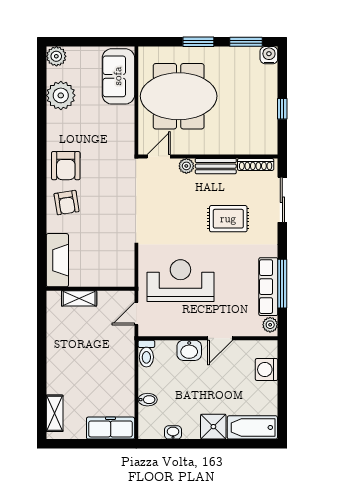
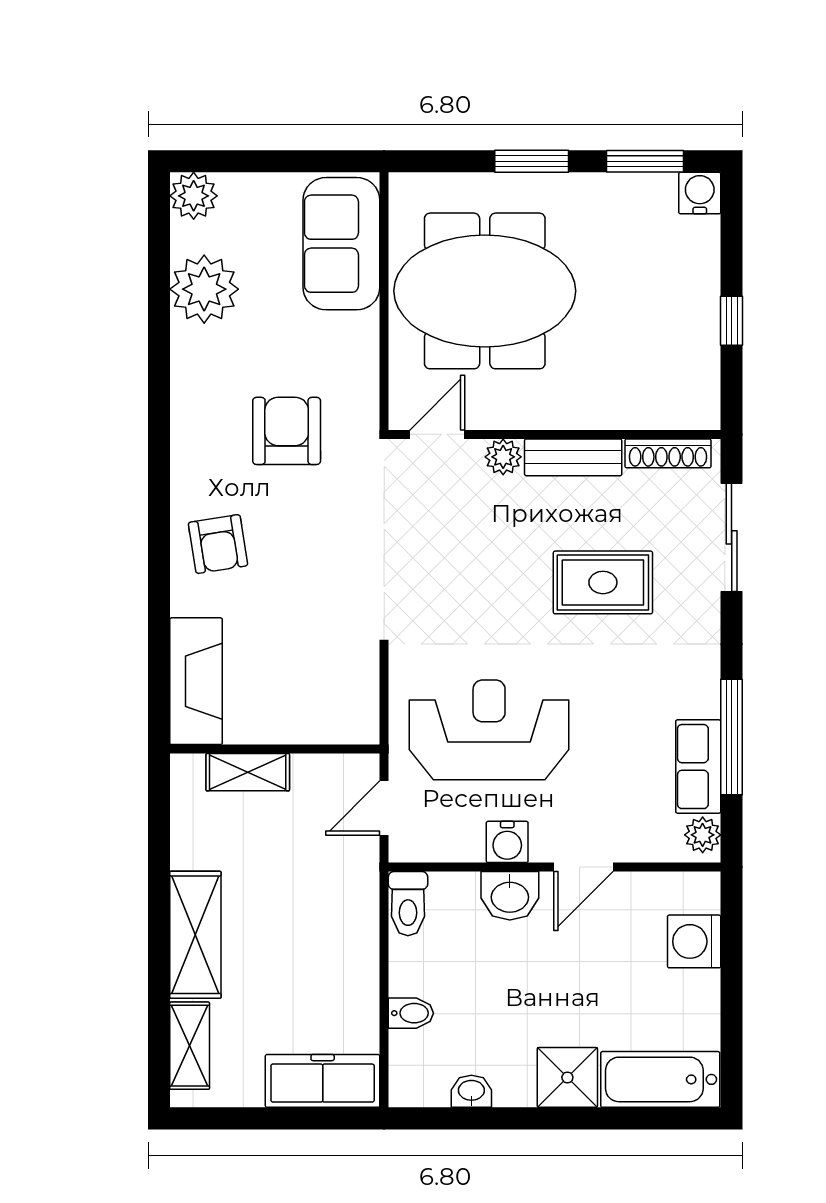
armchair: (66, 166) -> (287, 431), moved, turned 180
row of seats: (268, 287) -> (698, 767), width x0.68
water cooler: (188, 328) -> (507, 842), added
shelving: (57, 367) -> (195, 935), added

